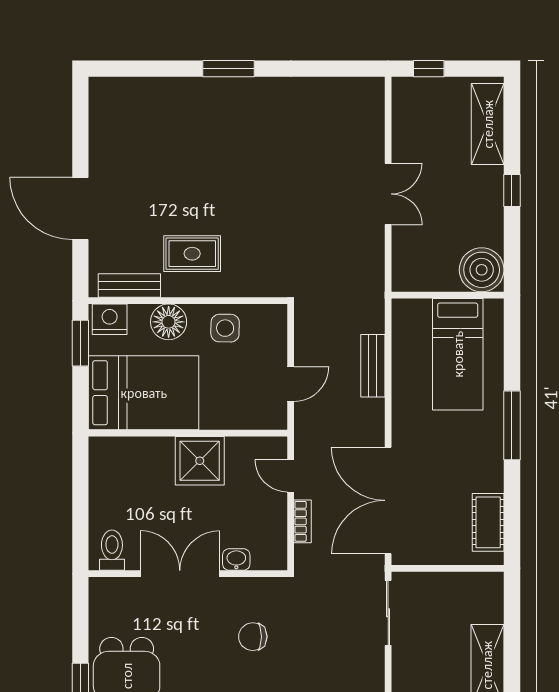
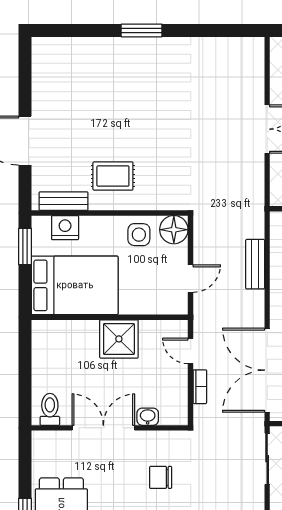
nightstand: (110, 319) -> (65, 228), moved
floor lamp: (169, 322) -> (174, 230), moved

